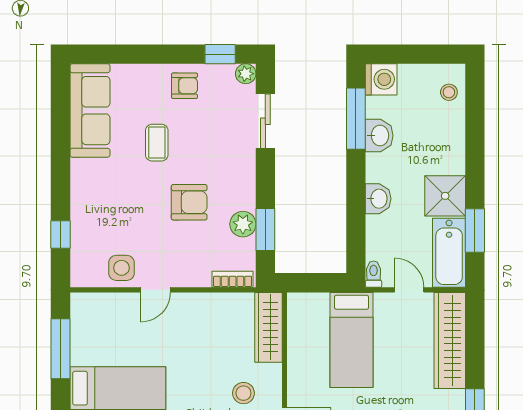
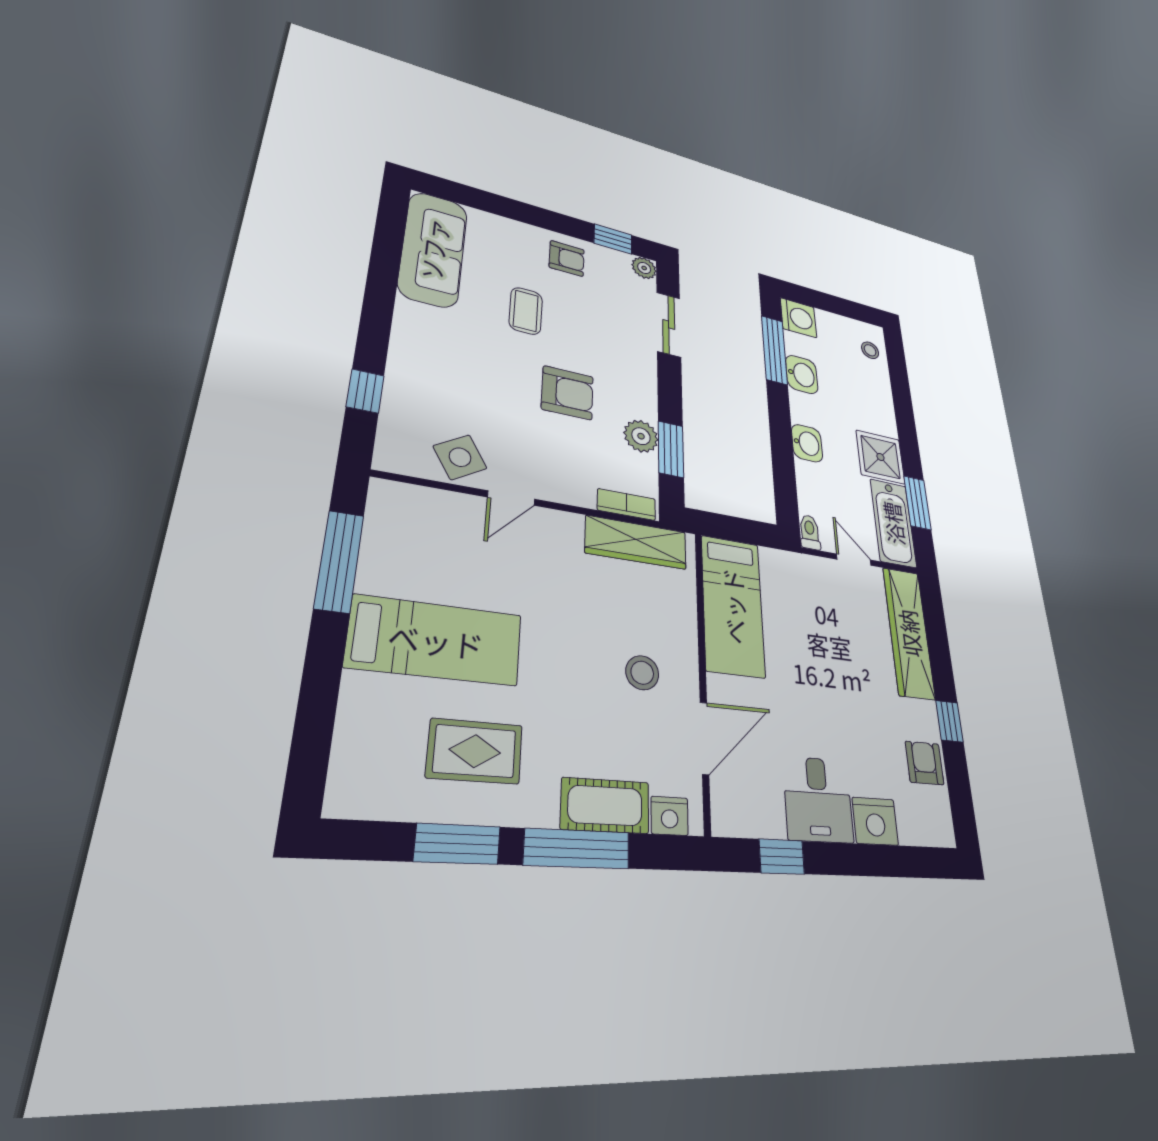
side table: (122, 268) -> (460, 457), turned -31
wardrobe: (268, 327) -> (636, 542), moved, turned -90
bed: (352, 340) -> (733, 606), moved

